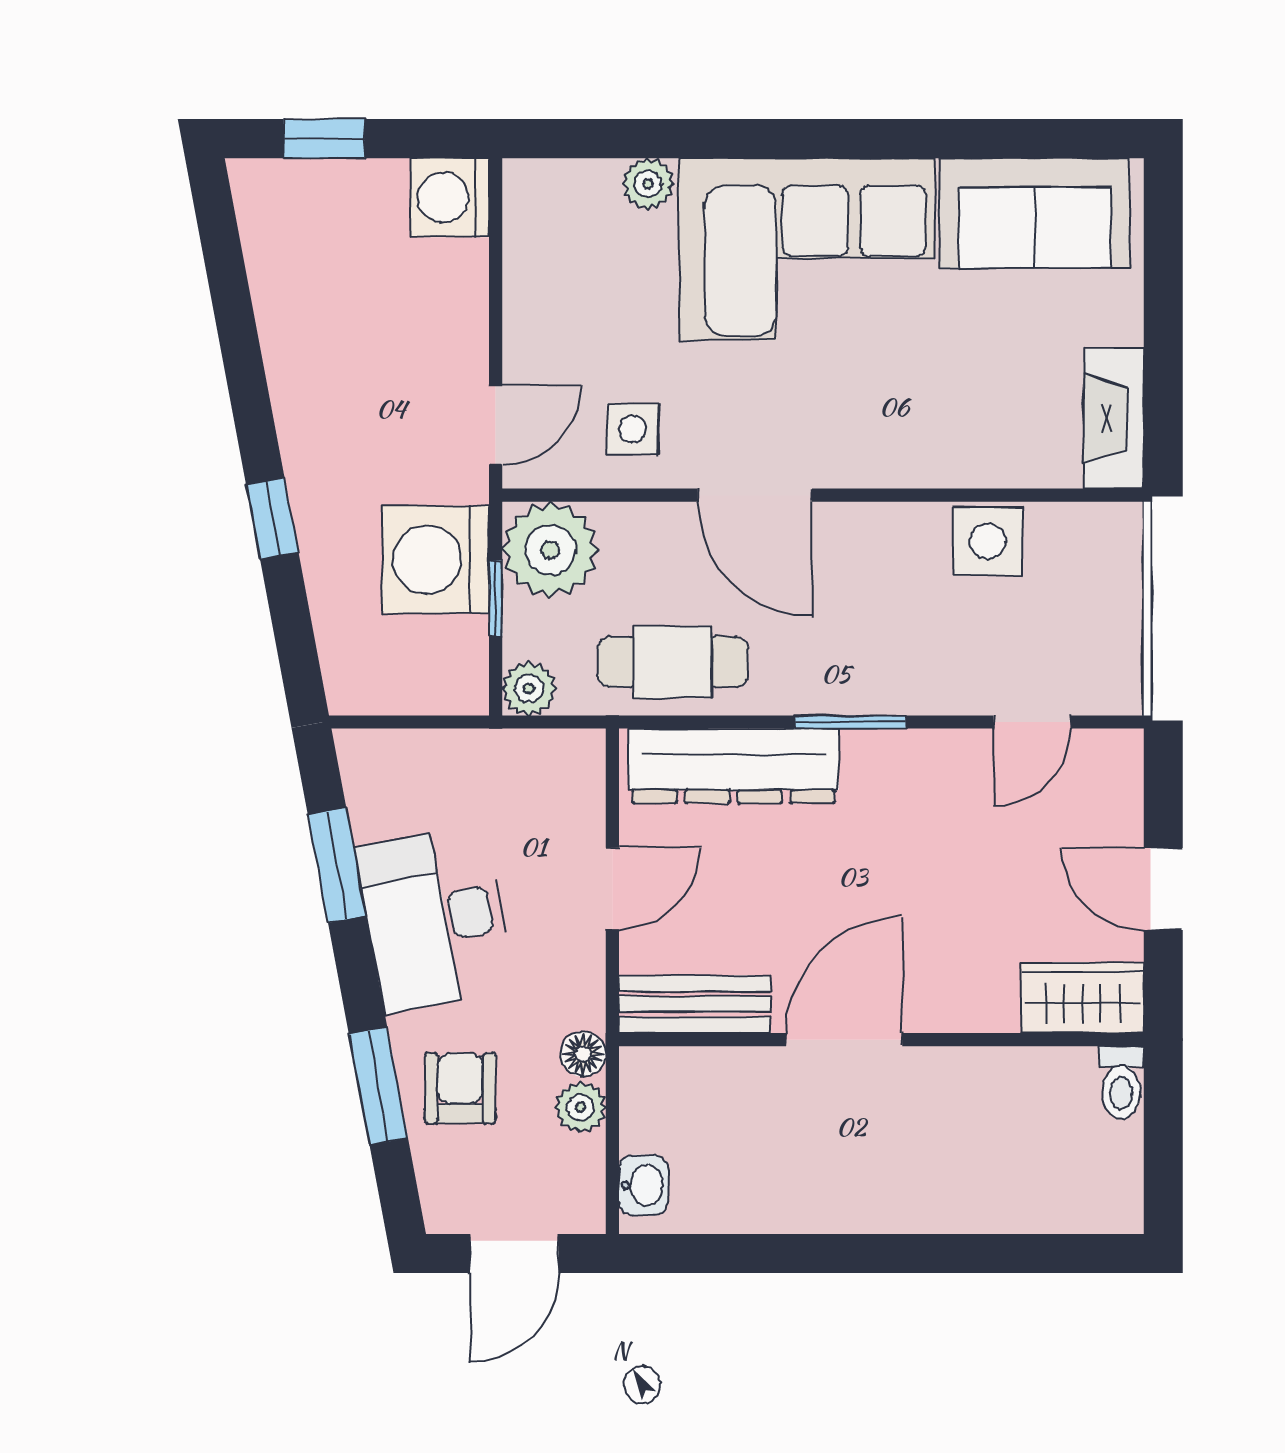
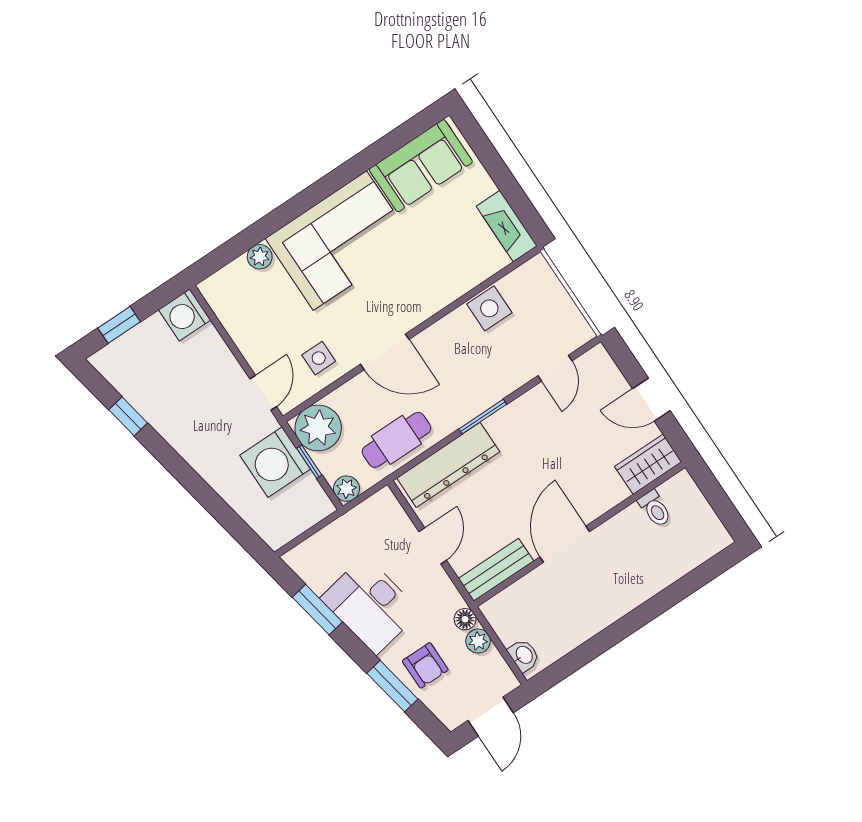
window: (272, 518) -> (128, 416), moved
toilet: (1121, 1083) -> (655, 509), moved
armchair: (460, 1088) -> (425, 665), turned 180

